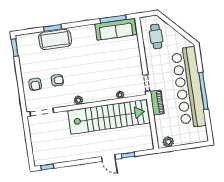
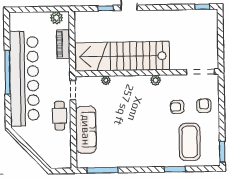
sofa: (116, 29) -> (86, 130), moved, turned 90
cafe table: (156, 36) -> (60, 116), moved
coffee table: (55, 40) -> (190, 142), moved, turned 90
piano: (157, 103) -> (63, 44), moved

